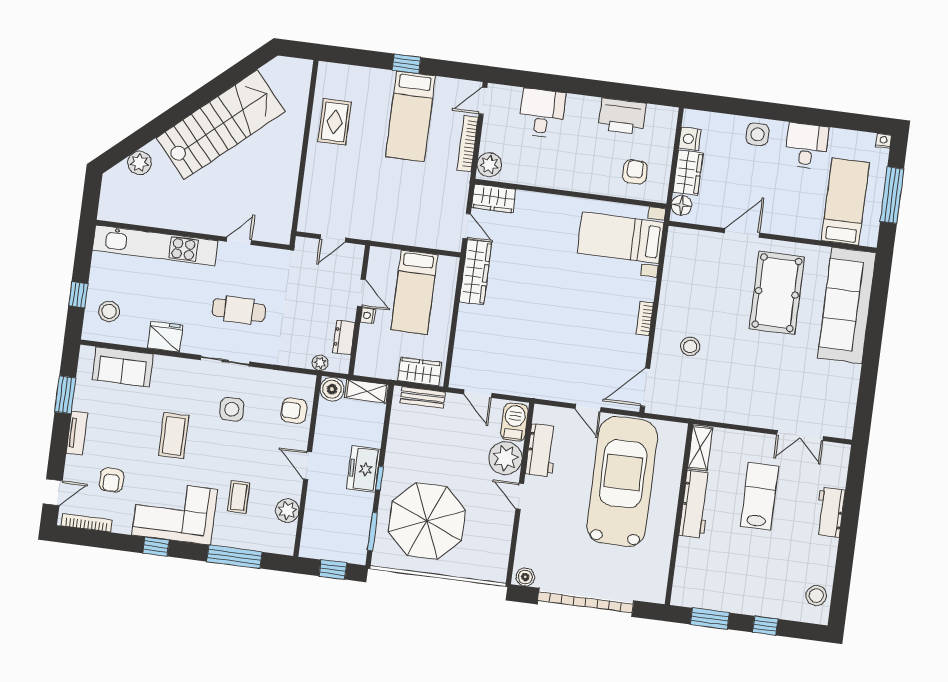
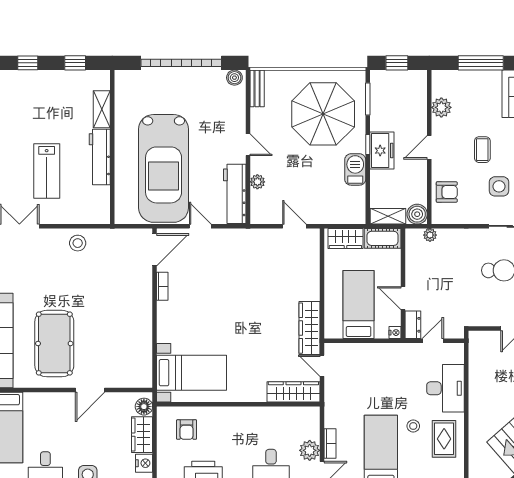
stool: (369, 142) -> (413, 426), added
bookcase: (468, 144) -> (330, 443), width x0.64
plant: (489, 165) -> (310, 450), moved
desk: (325, 181) -> (445, 388), added
wardrobe: (494, 198) -> (293, 392), width x1.50
nightstand: (368, 316) -> (395, 333), moved
bookcase: (645, 318) -> (162, 286), moved
dresser: (344, 337) -> (413, 325), moved
stool: (690, 346) -> (78, 243), moved
cot: (376, 366) -> (383, 238), added
bench: (423, 397) -> (257, 88), moved, turned 90
barbecue: (514, 422) -> (355, 169), moved, turned 180
shelving: (700, 448) -> (102, 109), moved
workbench: (541, 450) -> (235, 194), width x1.38
plant: (505, 458) -> (257, 182), width x0.53, depth x0.53
door: (308, 466) -> (429, 147), swing flipped
coffee table: (239, 497) -> (482, 150), moved
window: (710, 619) -> (75, 63), width x0.67

